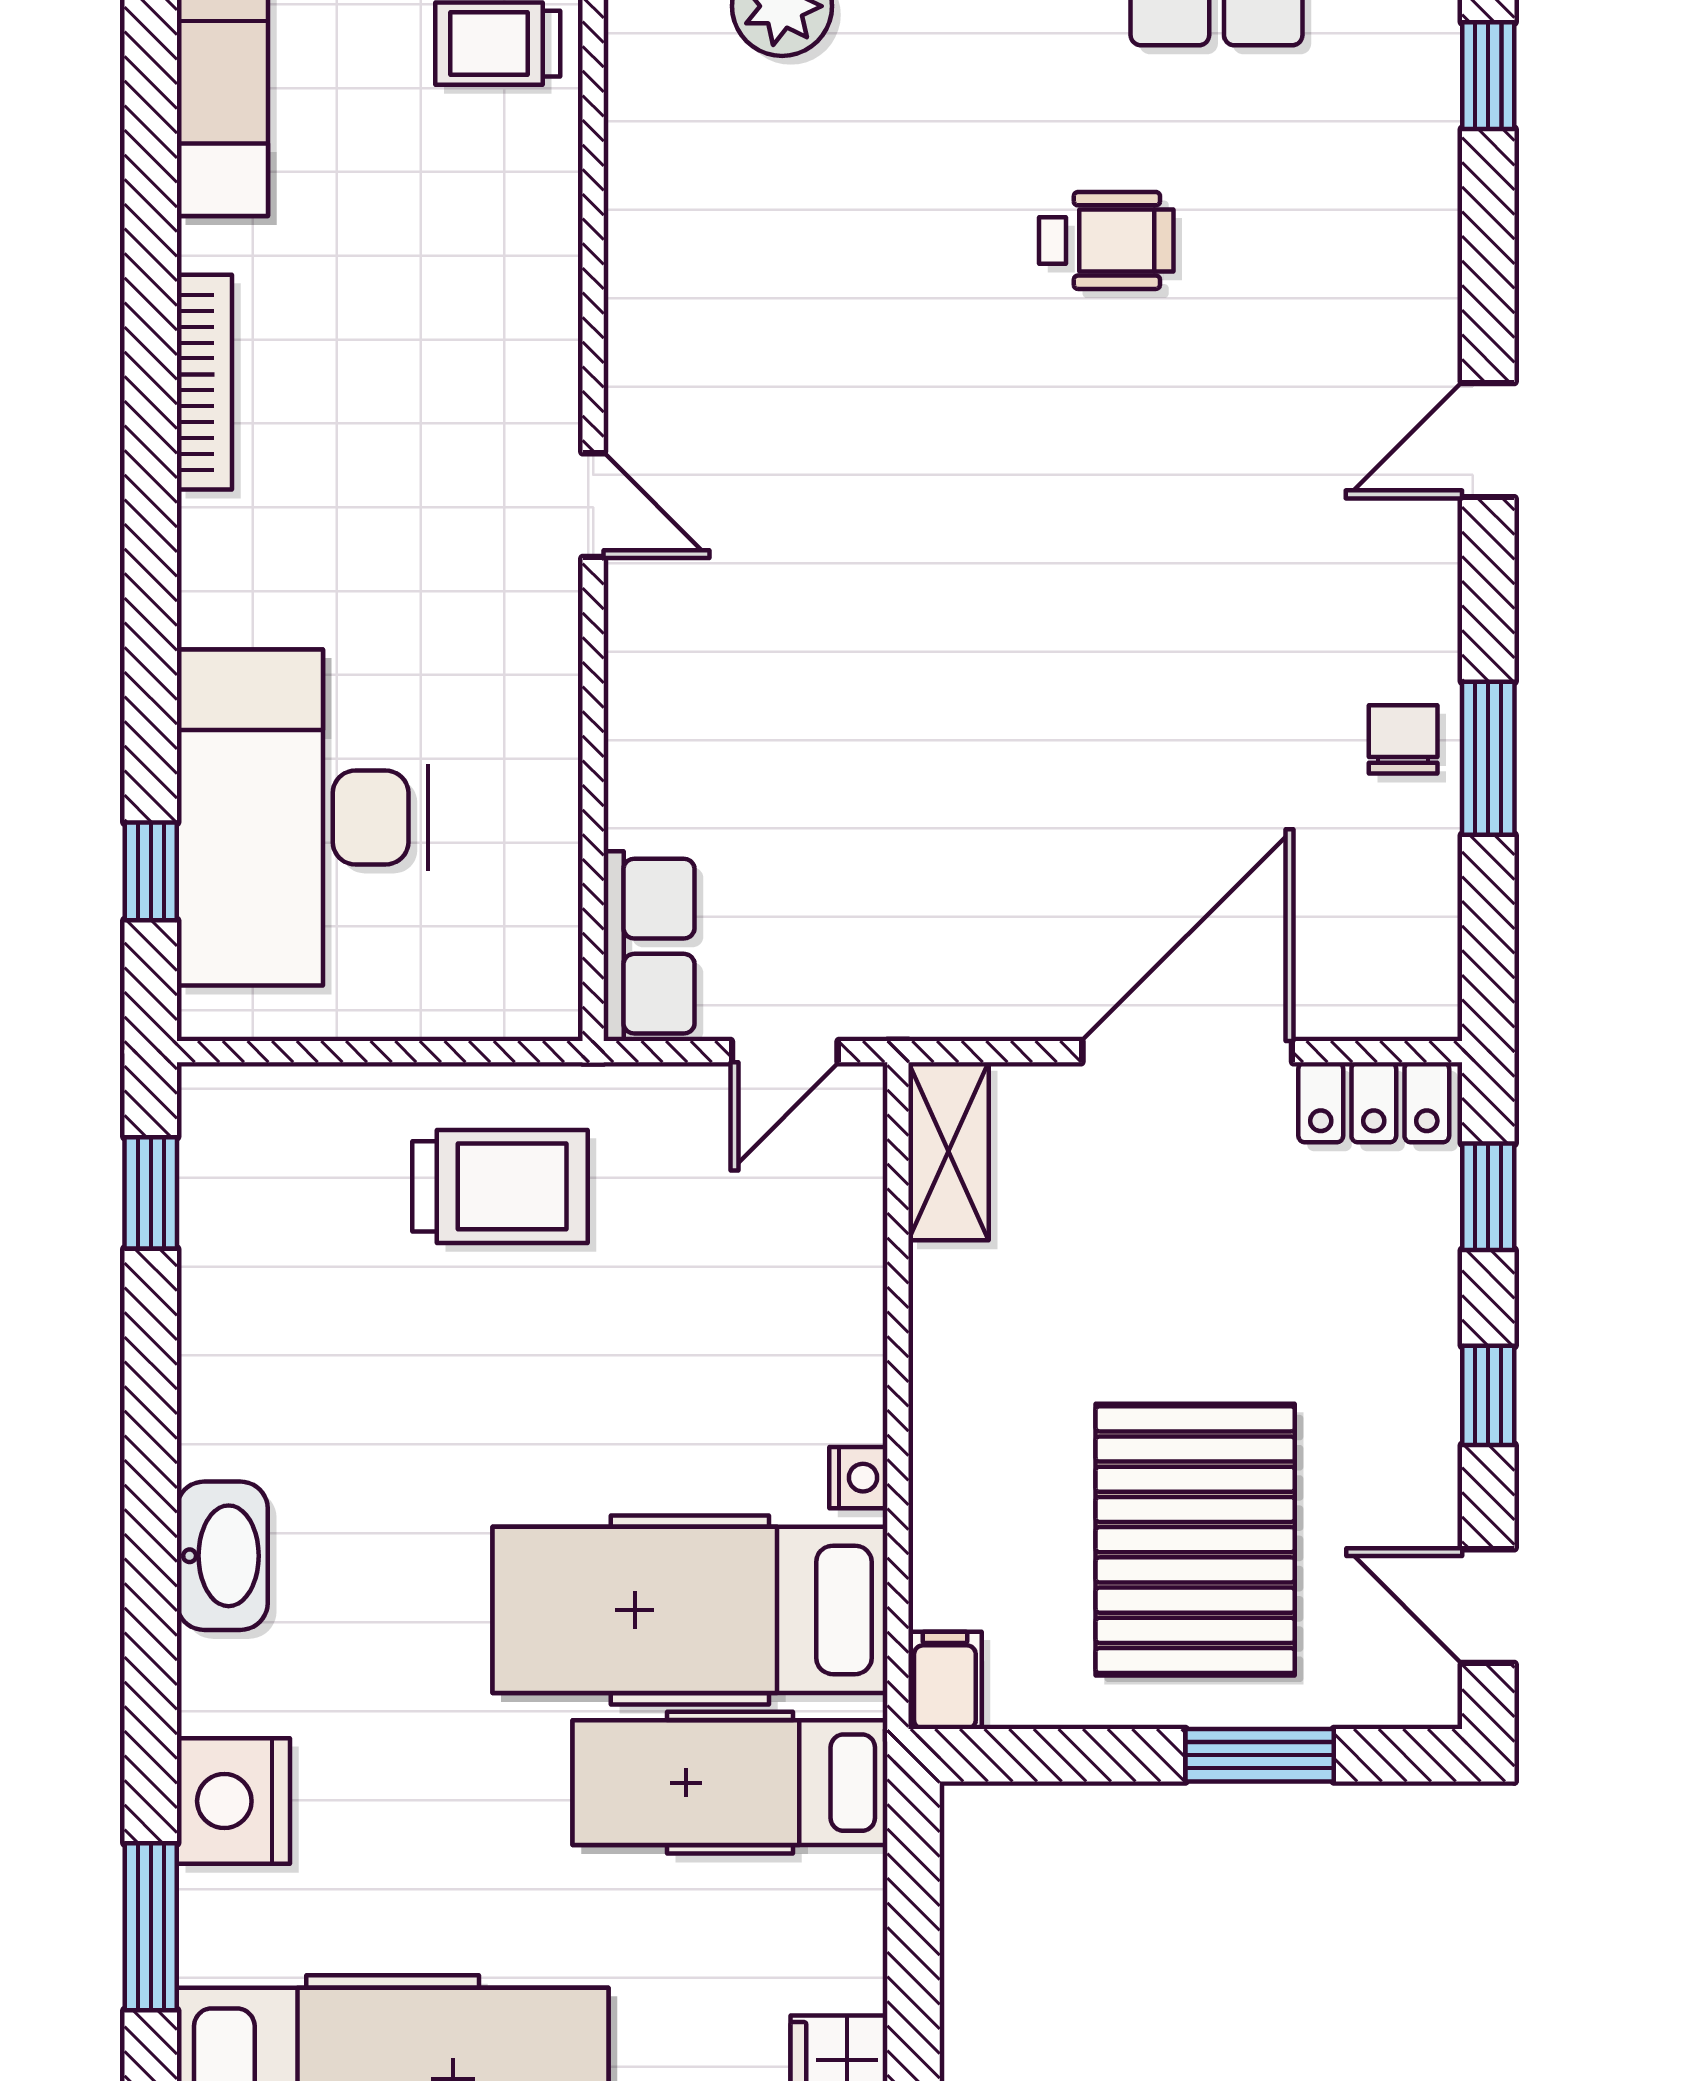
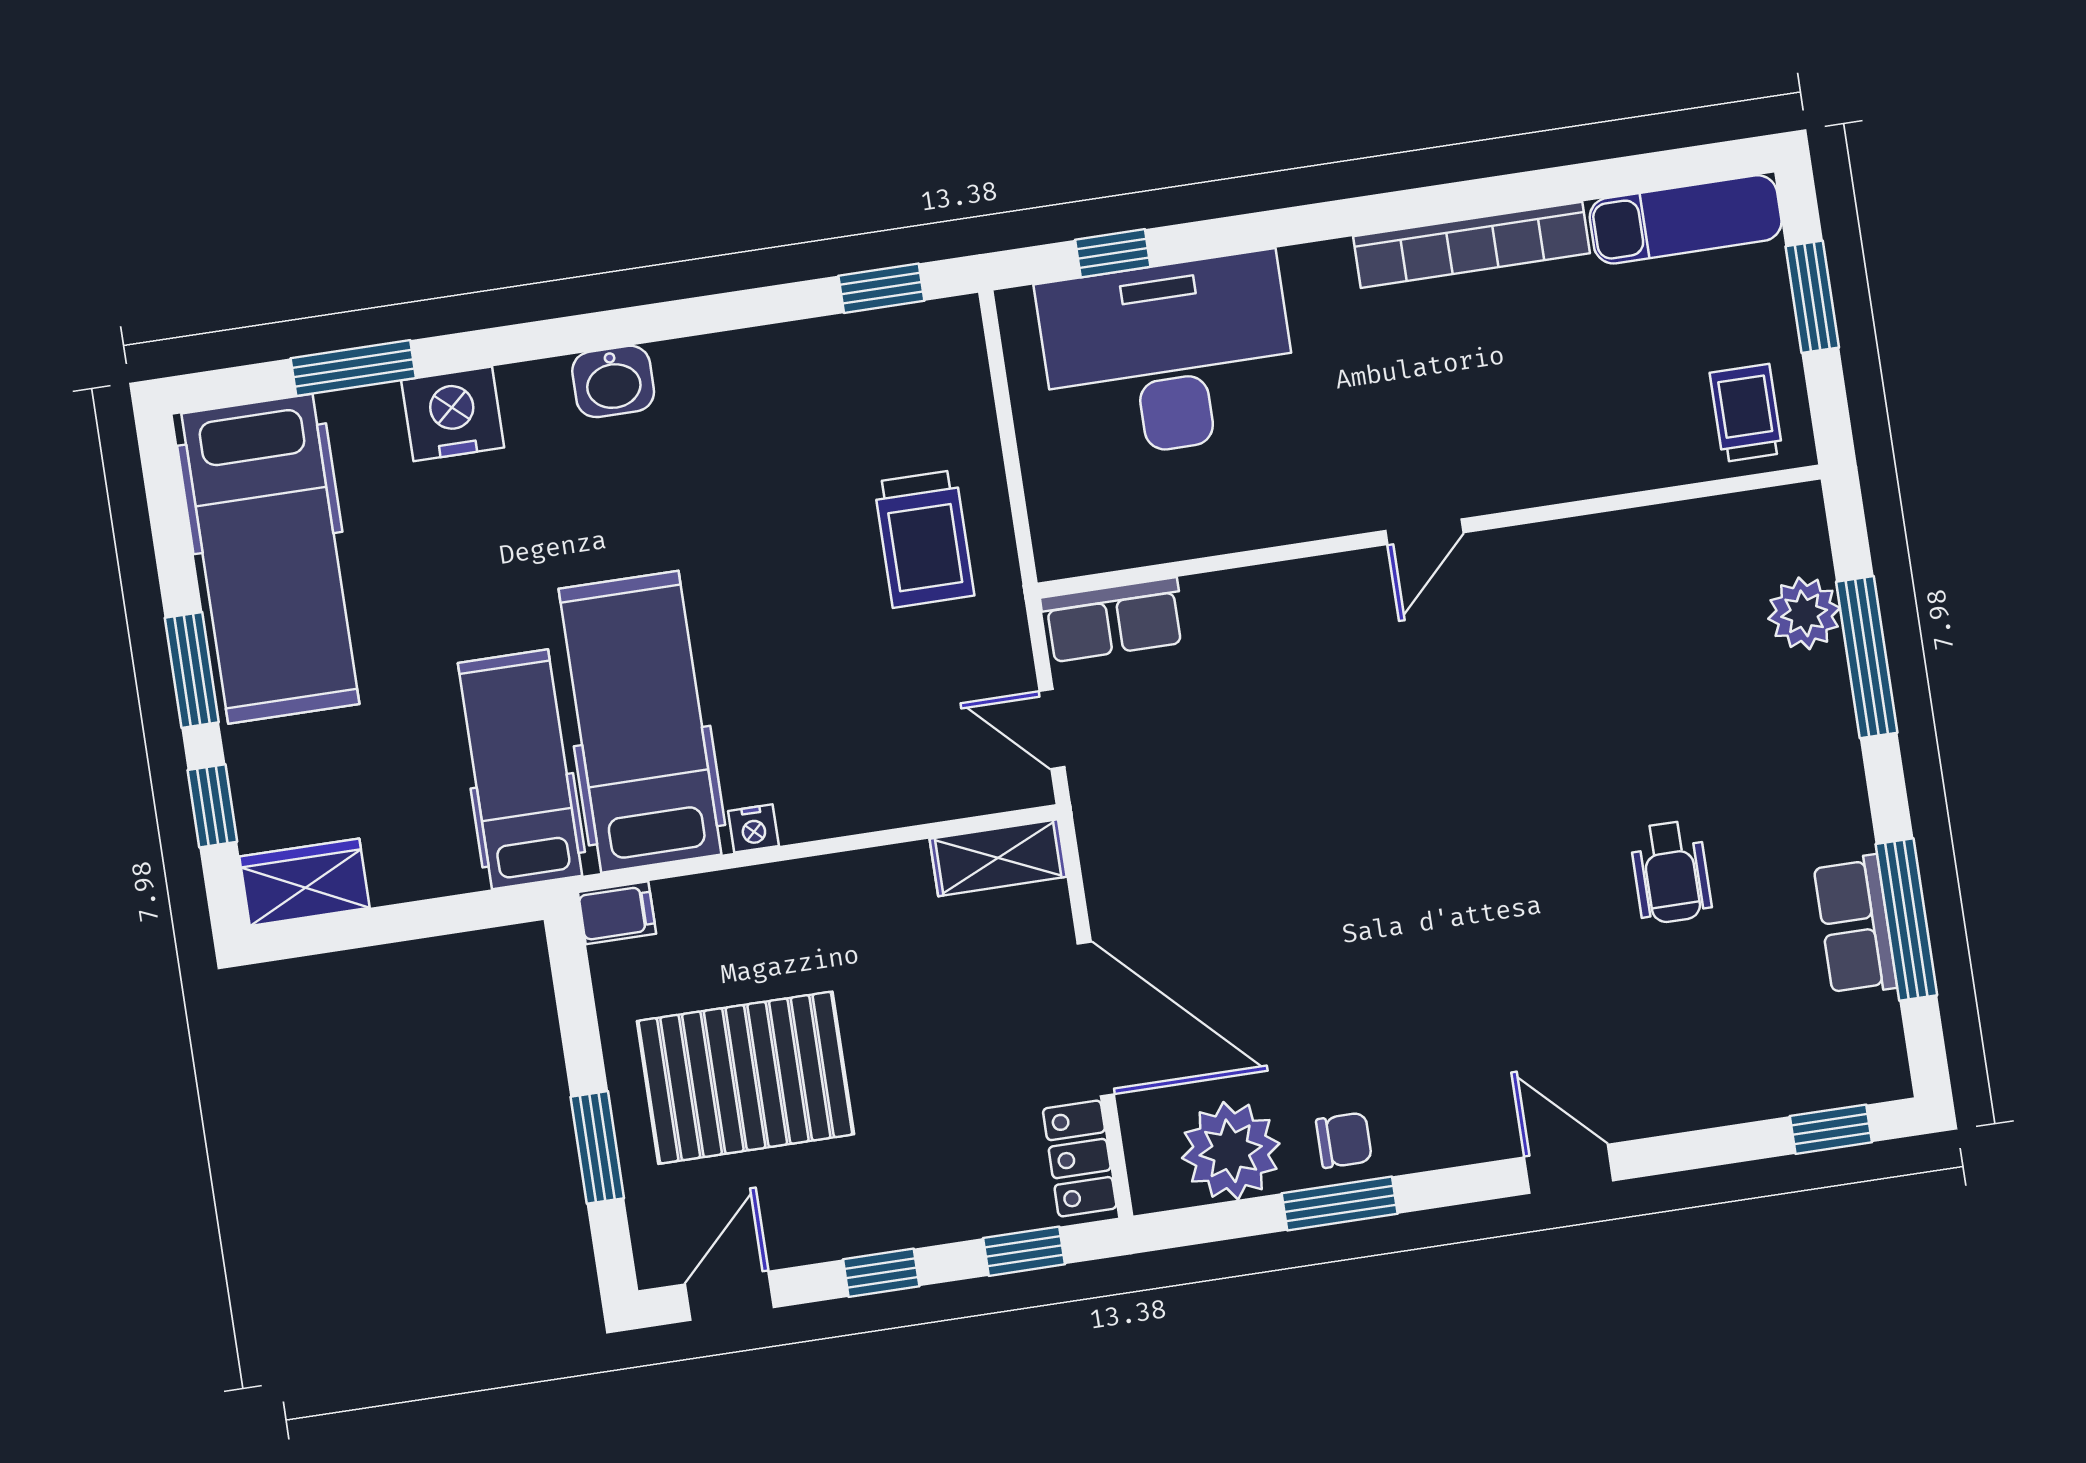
bookcase: (204, 382) -> (1472, 245), width x1.48, depth x1.31
plant: (1394, 896) -> (1231, 1151), added
washbasin: (222, 1556) -> (613, 381), width x0.72

